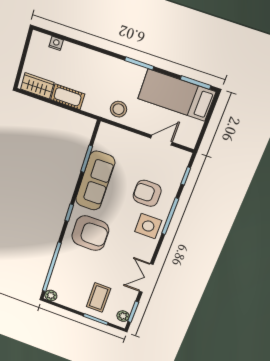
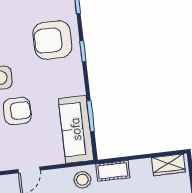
cot: (68, 97) -> (113, 171), moved
sofa: (95, 181) -> (76, 129), moved

